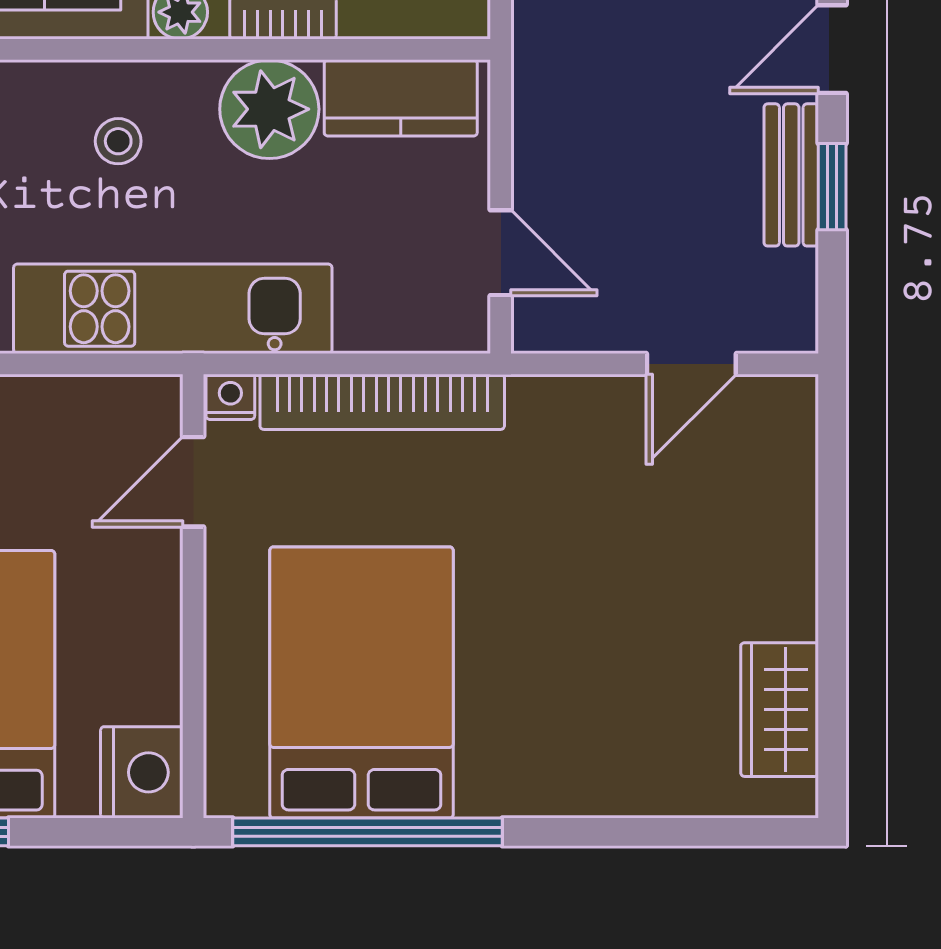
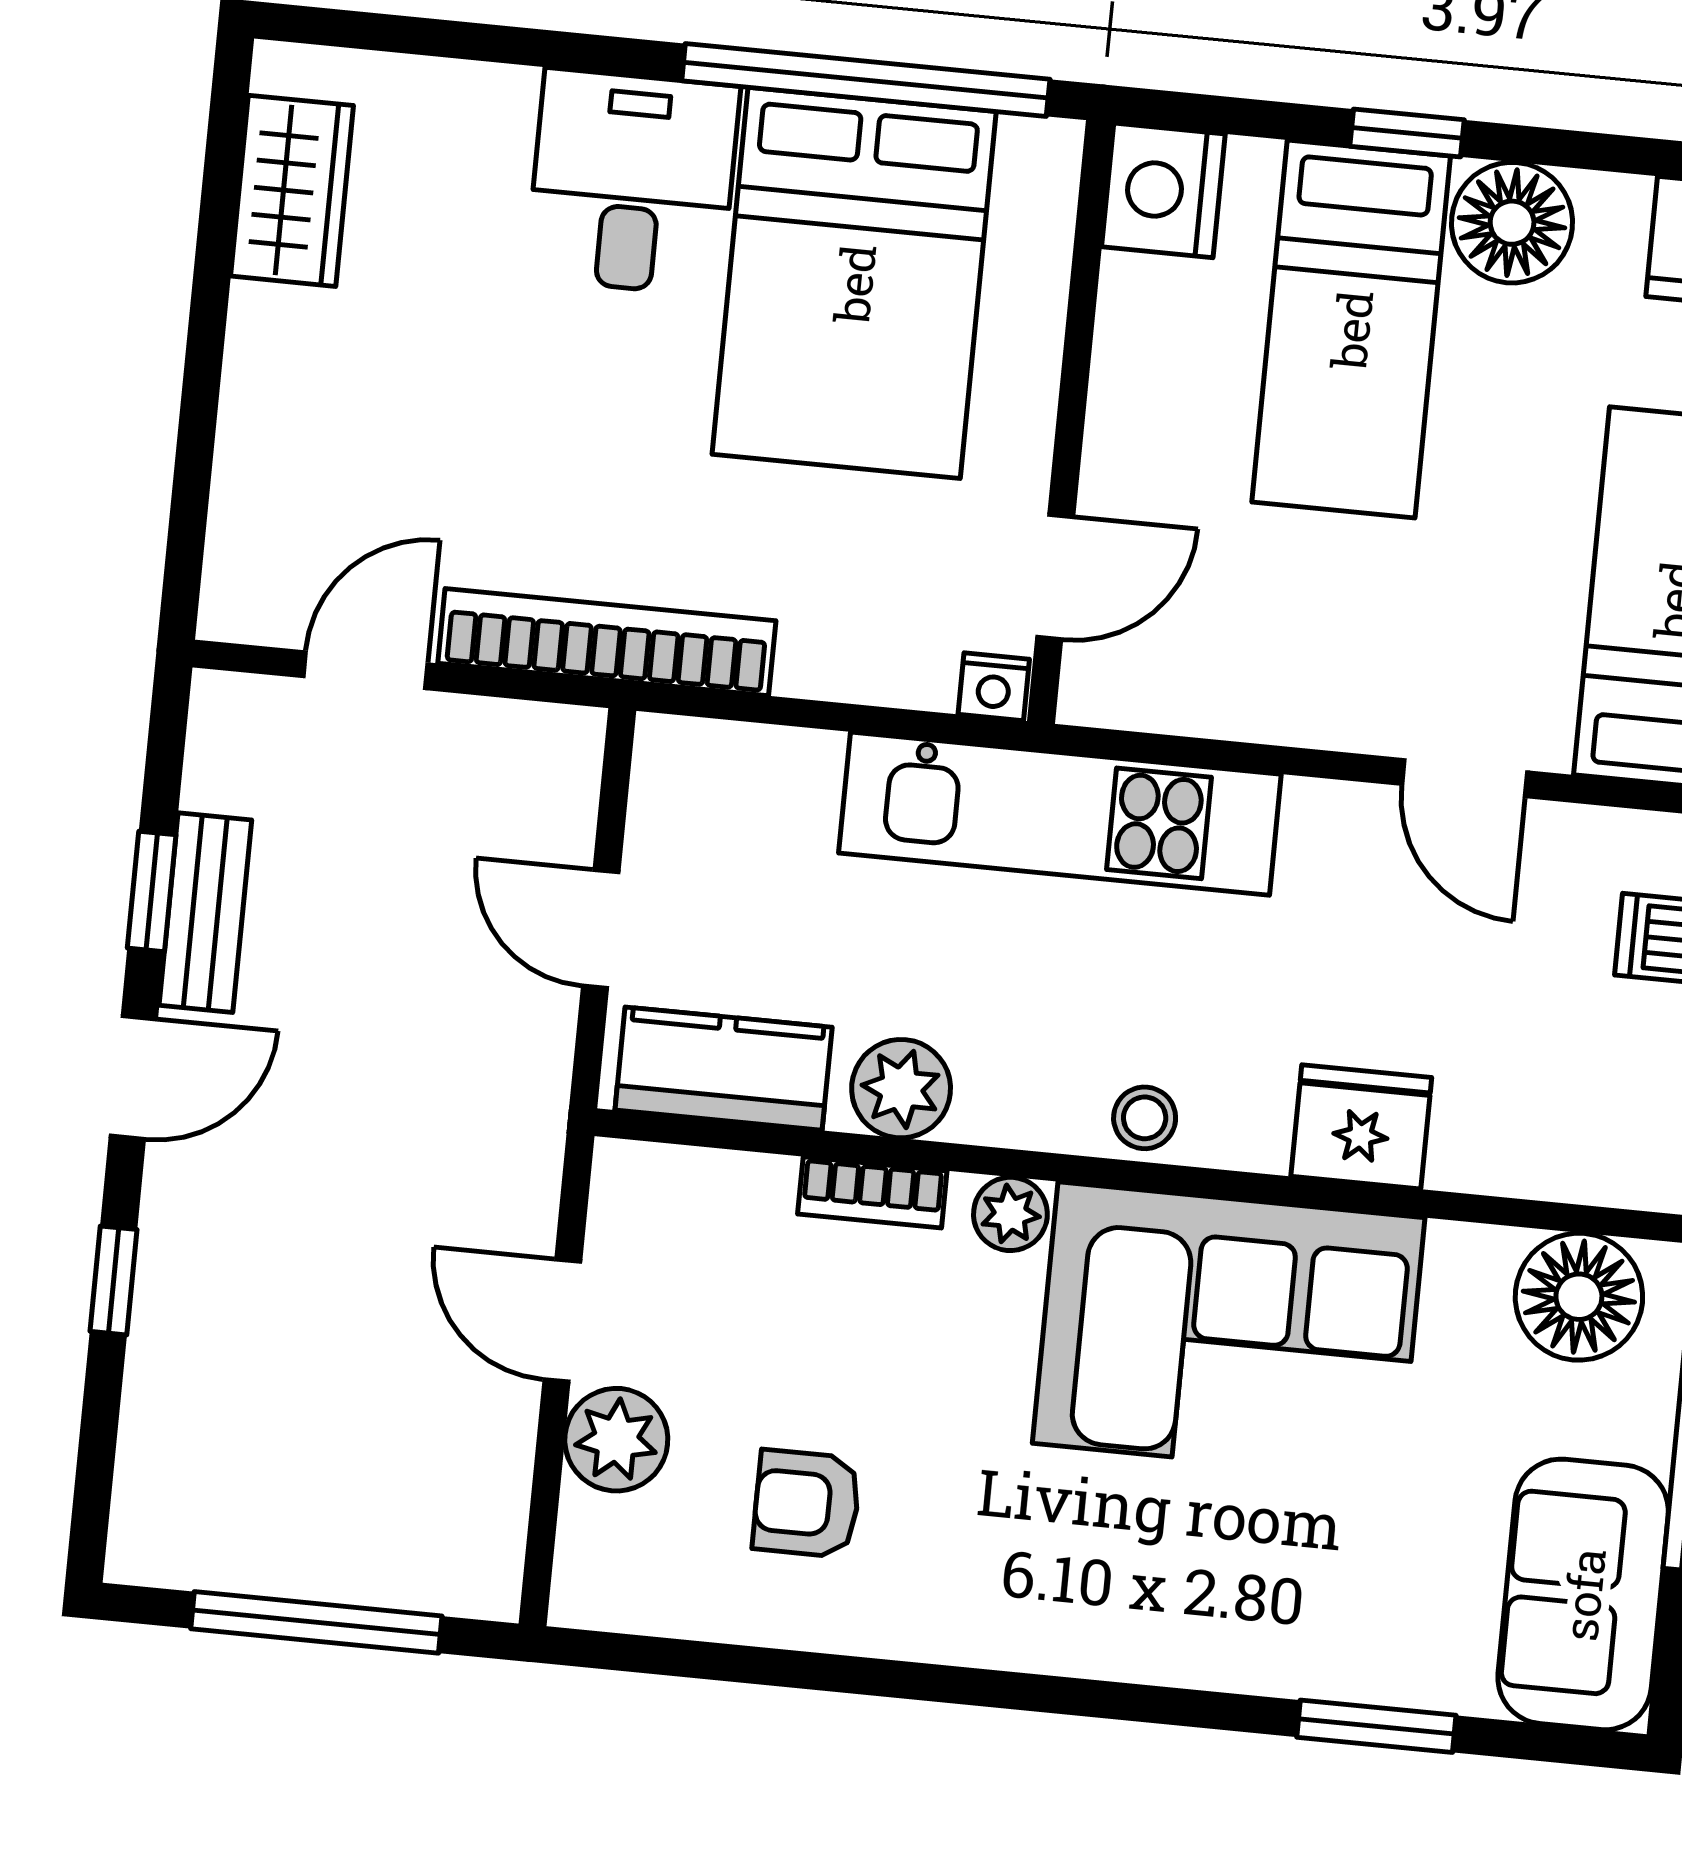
plant: (269, 109) -> (901, 1089), width x0.73, depth x0.73
stool: (118, 141) -> (1145, 1118), moved
door: (501, 253) -> (601, 929), moved
bookcase: (382, 402) -> (607, 642), moved
desk: (531, 740) -> (633, 182), added

